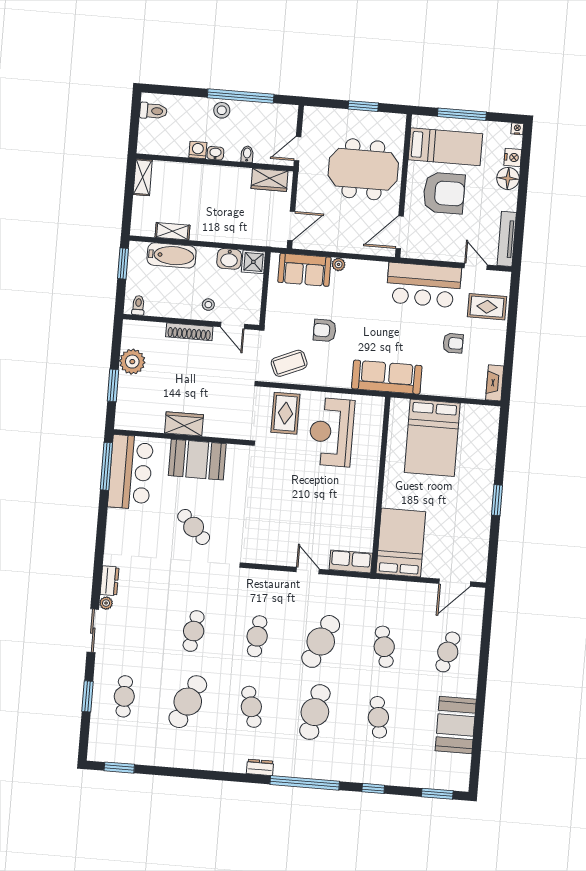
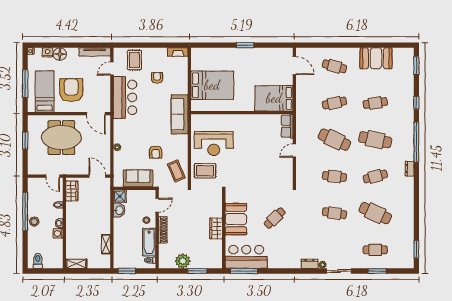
meeting table: (363, 169) -> (61, 138), turned 90
bathtub: (172, 255) -> (149, 242), moved, turned 180
sofa: (304, 270) -> (138, 178), moved, turned -90

